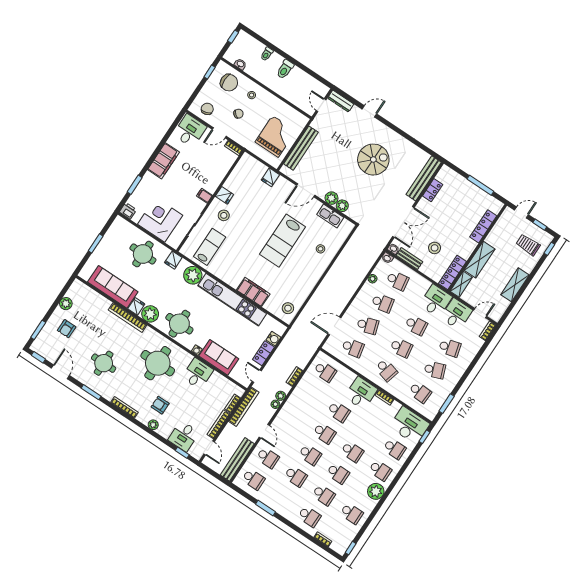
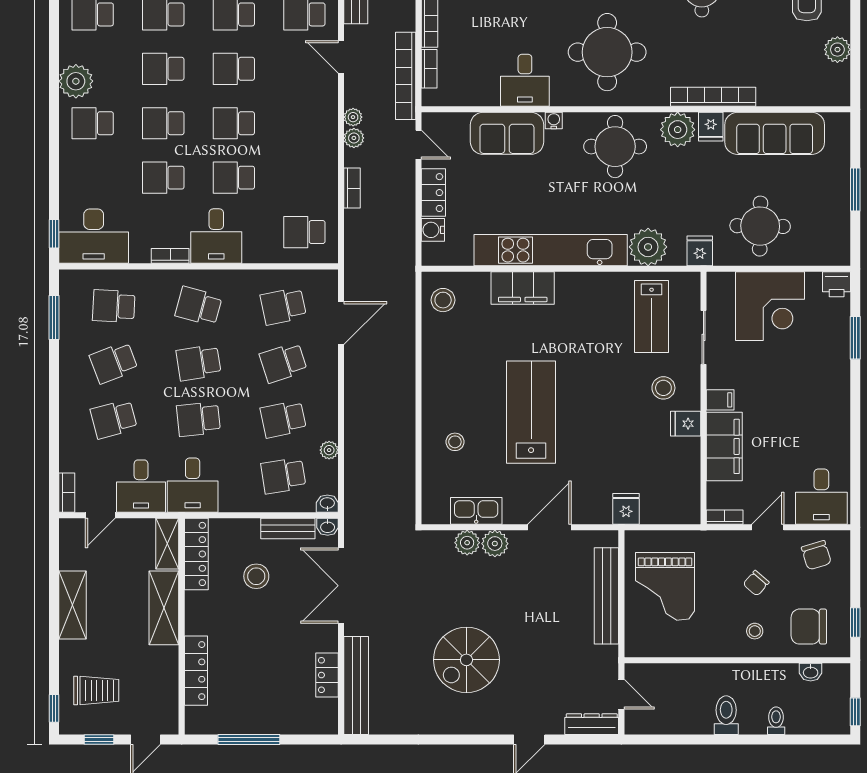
filing cabinet: (163, 161) -> (724, 446), moved, turned 180
school desk: (394, 449) -> (163, 178), moved

